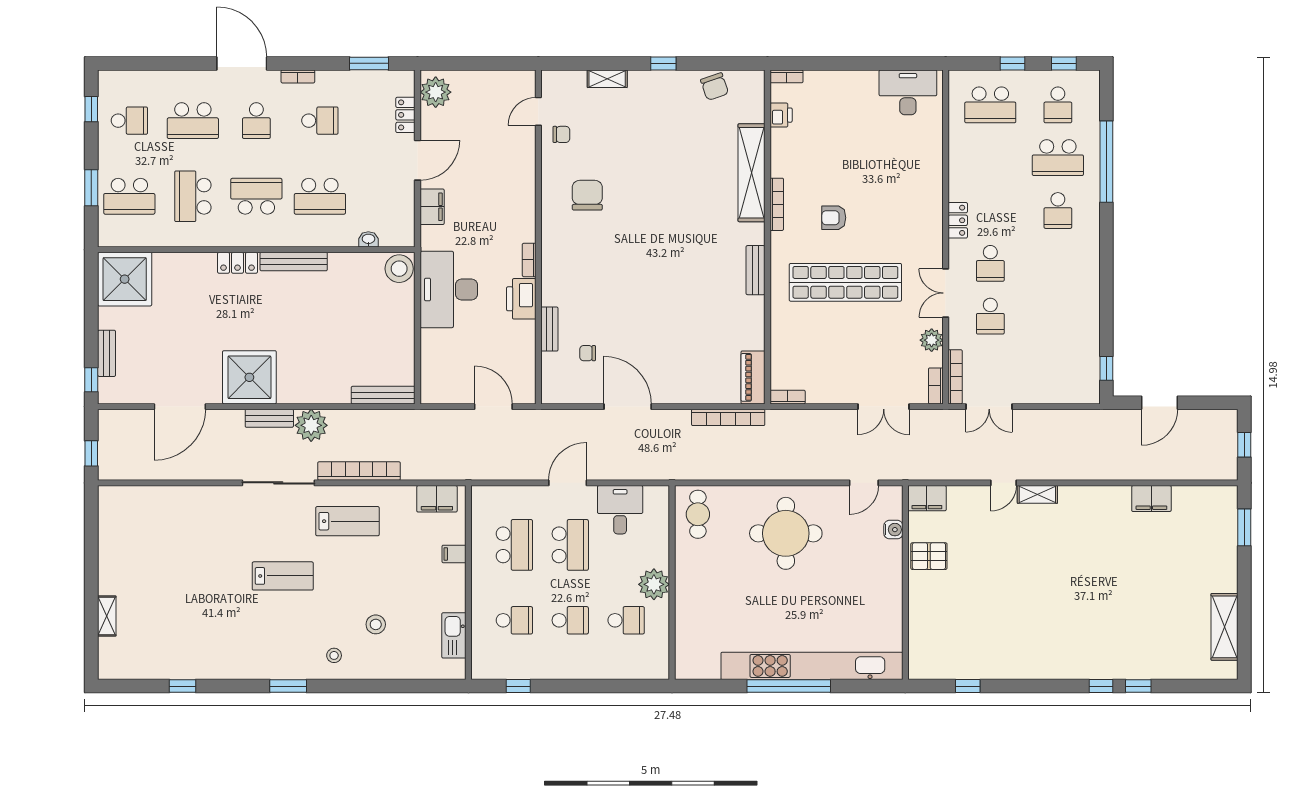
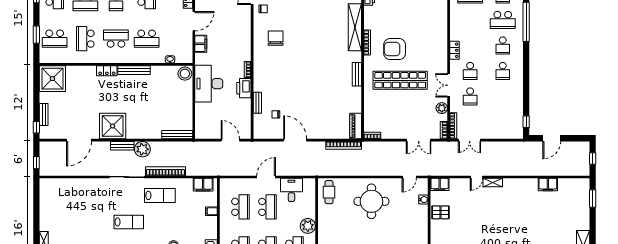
armchair: (834, 218) -> (395, 49), width x1.88, depth x1.88
school desk: (1058, 263) -> (503, 71), added

